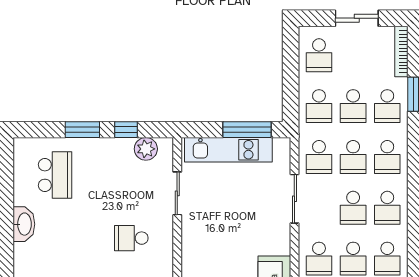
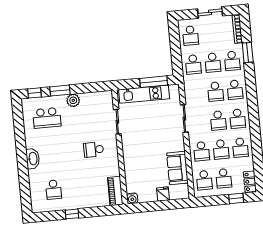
window: (126, 130) -> (35, 93), moved
plant: (146, 149) -> (73, 100), moved
school desk: (319, 157) -> (196, 93), removed
school desk: (55, 175) -> (47, 118), turned 90
washbasin: (24, 224) -> (33, 159), moved

